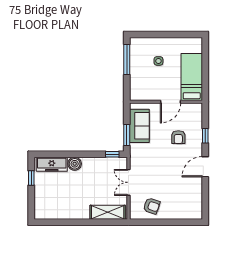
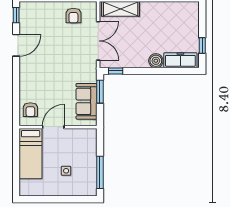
window: (205, 136) -> (16, 15), moved
armchair: (178, 137) -> (30, 110), moved, turned 180
door: (205, 167) -> (16, 45), moved
double door: (129, 182) -> (98, 41), width x1.37
armchair: (152, 206) -> (73, 16), turned -109

